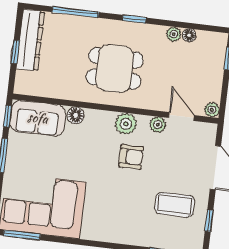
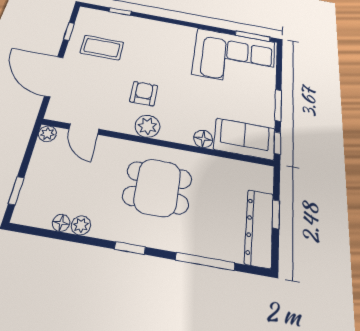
plant: (158, 125) -> (112, 123), removed
armchair: (131, 157) -> (144, 94), turned 90

